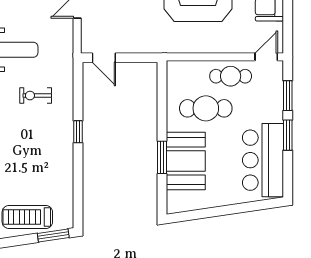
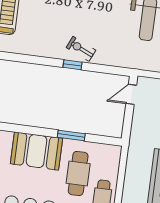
exercise bike: (36, 96) -> (81, 49), moved, turned -66
window: (162, 157) -> (71, 135), moved

